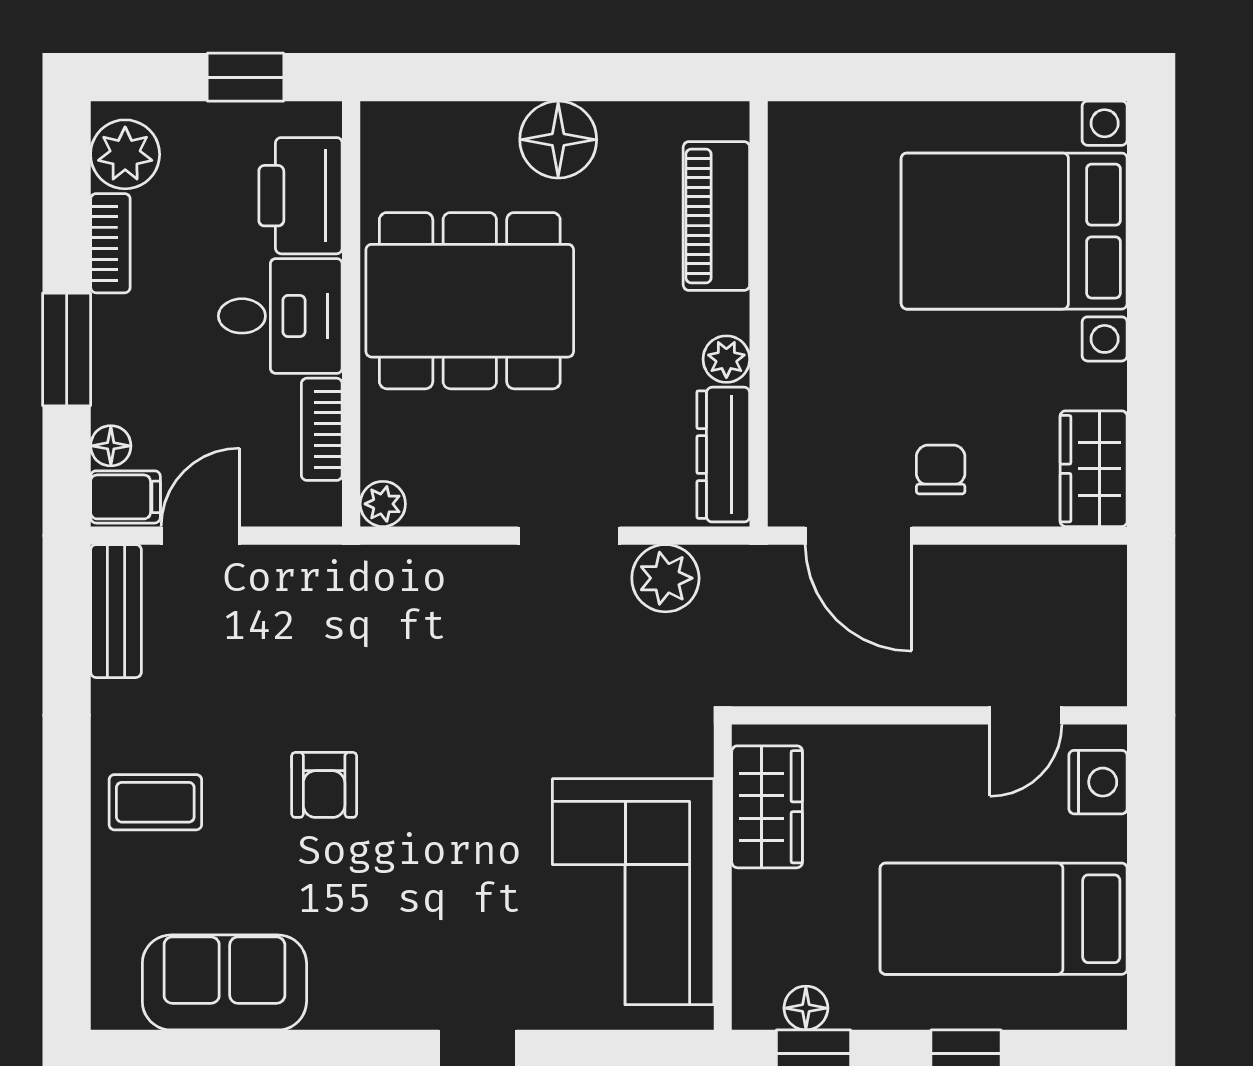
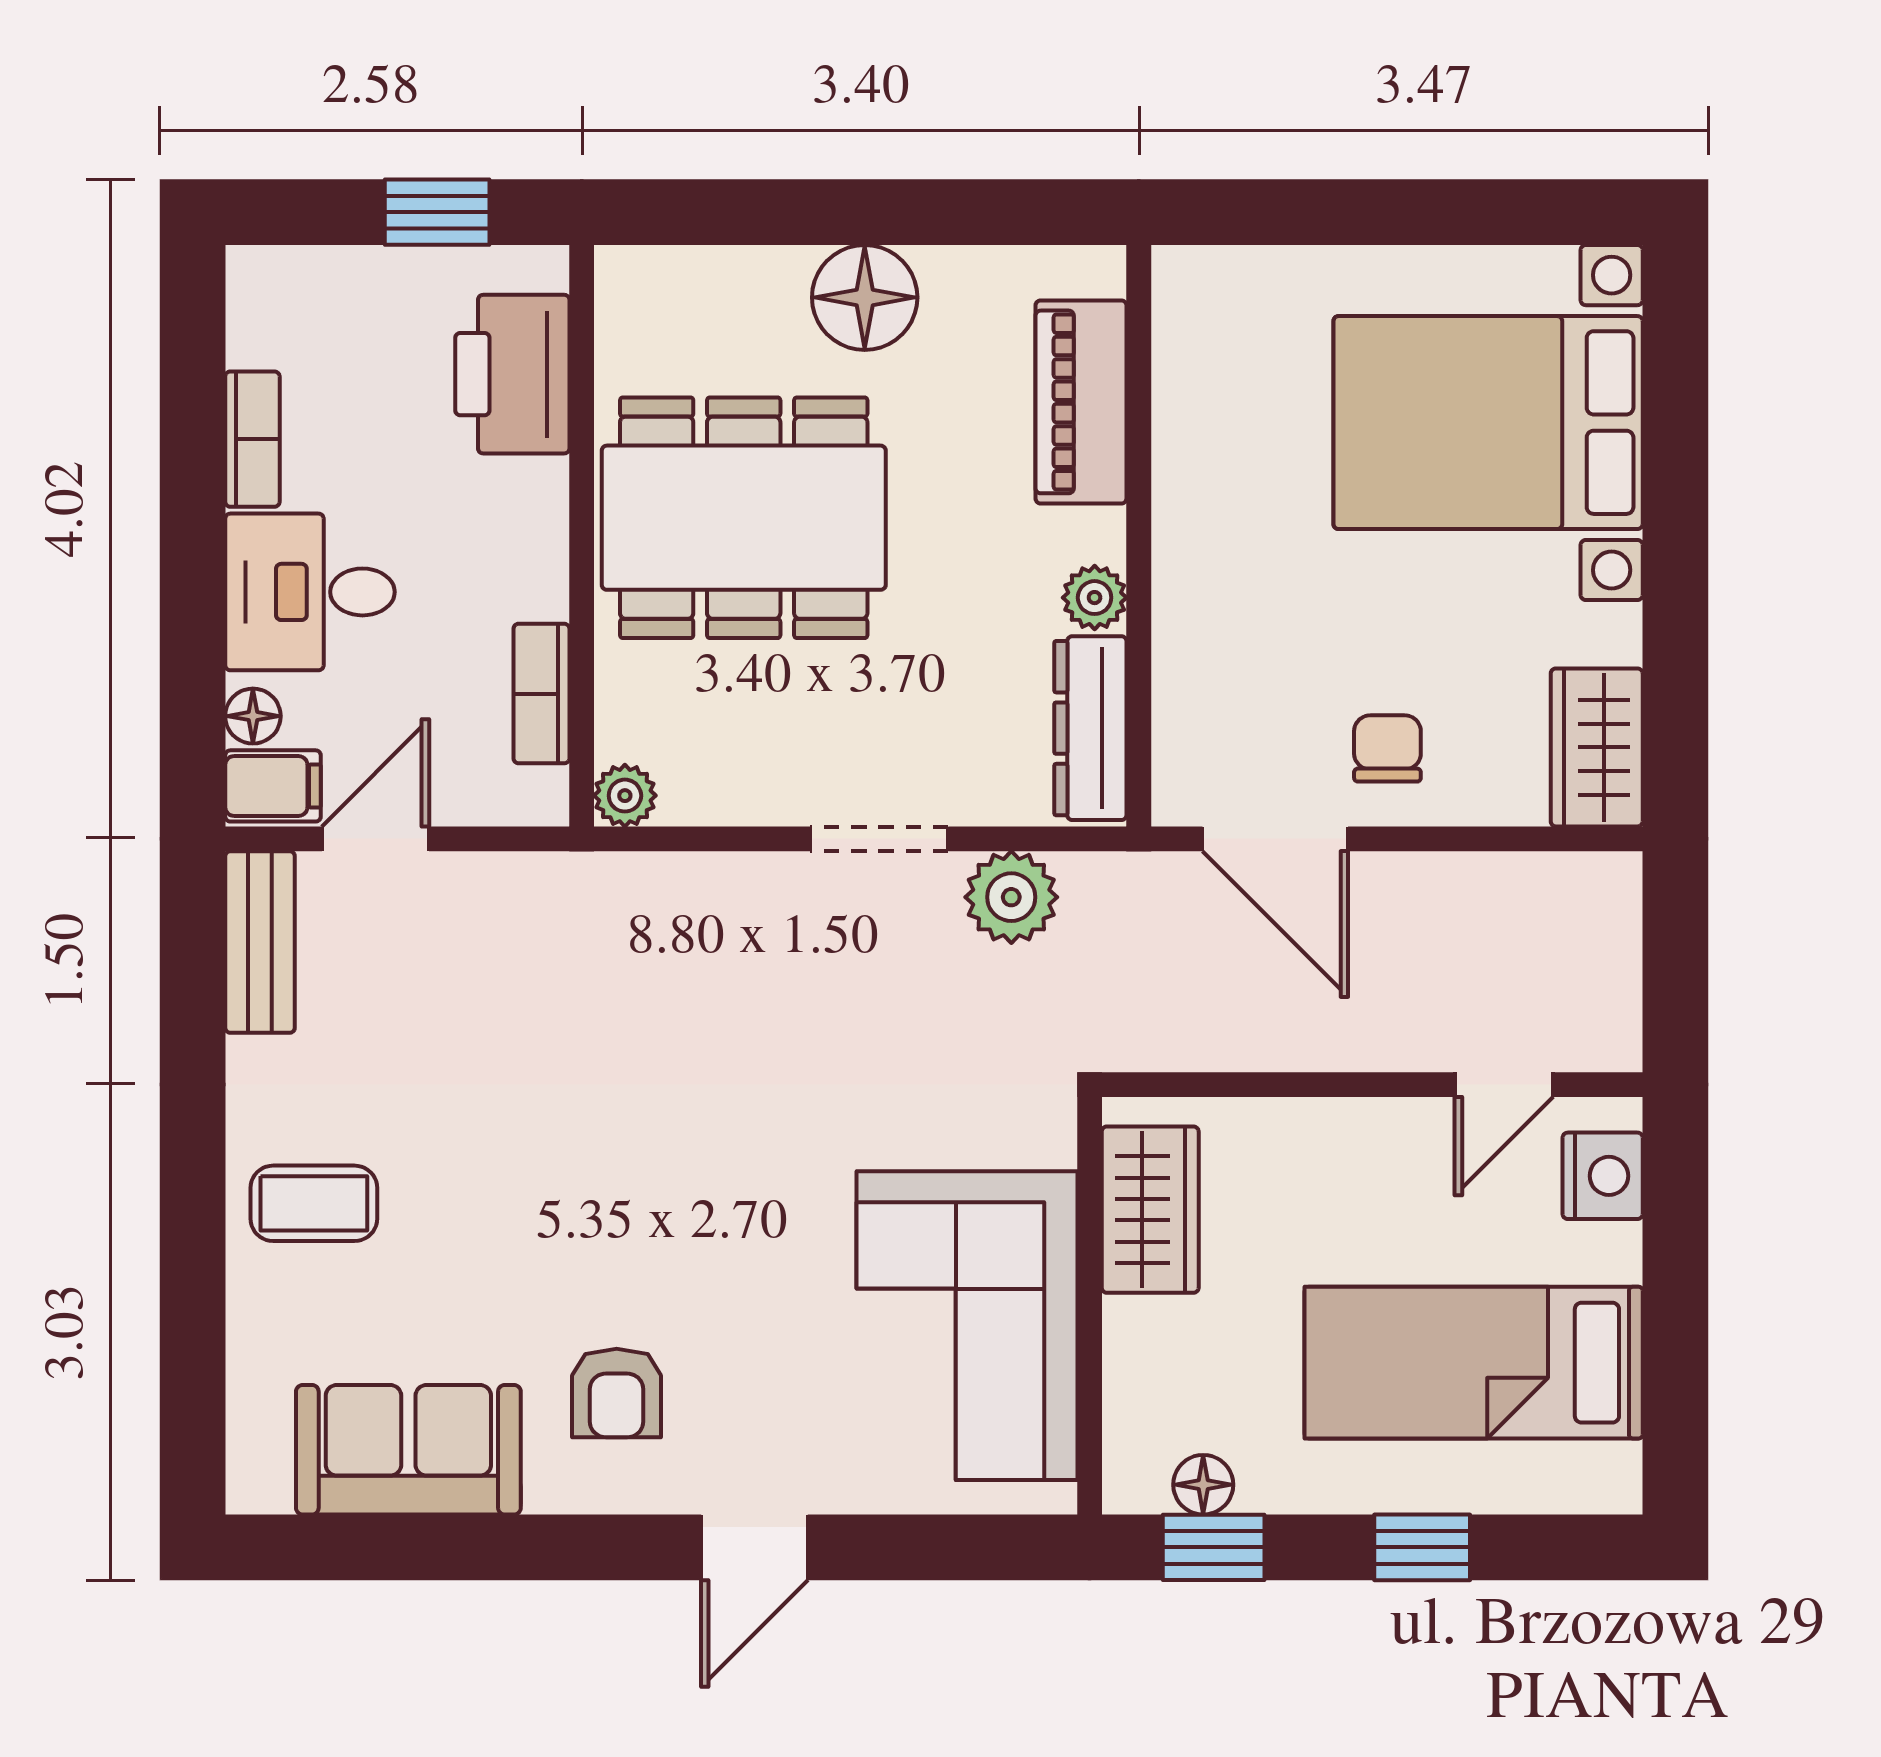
plant: (125, 154) -> (273, 318), removed
desk: (280, 316) -> (310, 592), moved, turned 180
window: (67, 349) -> (193, 584), removed
armchair: (324, 785) -> (617, 1393), moved

